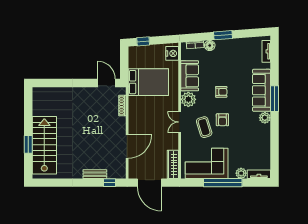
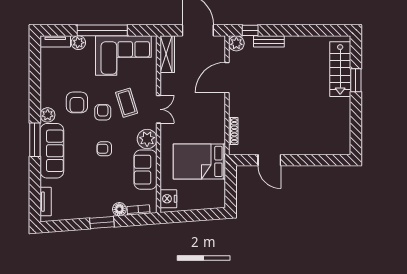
window: (143, 41) -> (206, 215), removed
door: (106, 83) -> (269, 160), moved
armchair: (242, 127) -> (77, 102), added
stairs: (44, 145) -> (340, 69), width x0.73, depth x0.66
plant: (120, 173) -> (236, 43), added

